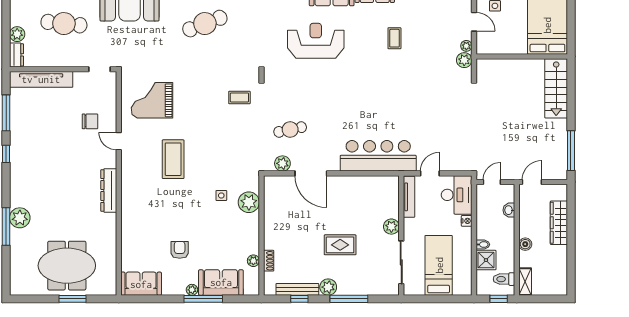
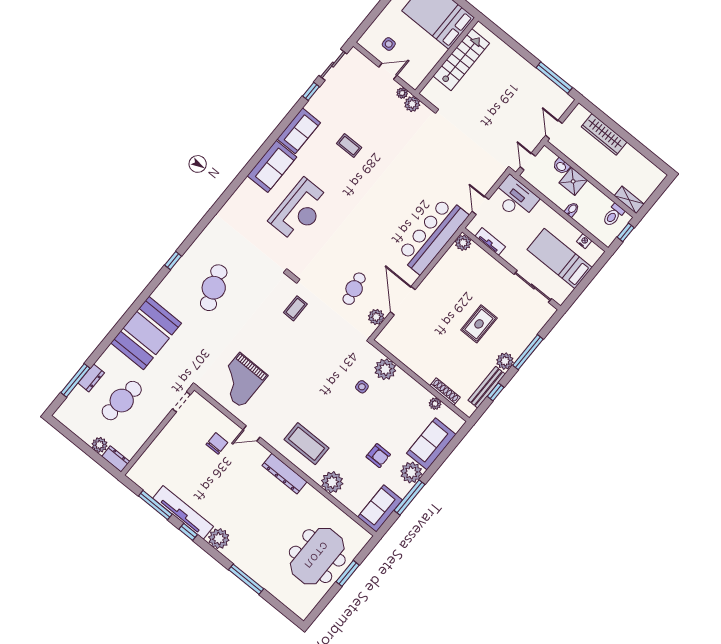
reception desk: (316, 41) -> (300, 210), turned 180
tv unit: (41, 79) -> (183, 512), moved, turned -90
stairs: (556, 88) -> (461, 60), moved, turned -90
coffee table: (173, 159) -> (306, 444), moved
door: (311, 173) -> (403, 301), swing flipped
tv unit: (409, 197) -> (490, 241), width x0.71
plant: (20, 218) -> (219, 539), moved
nightstand: (467, 221) -> (584, 241), moved
plant: (391, 227) -> (463, 243), moved
plant: (131, 232) -> (332, 482), added
boiler: (525, 244) -> (599, 175), removed
armchair: (180, 250) -> (378, 456), turned 180
shower: (486, 260) -> (573, 181), moved
shoe rack: (269, 261) -> (445, 391), width x1.43
plant: (192, 290) -> (411, 473), width x1.88, depth x1.88
window: (203, 299) -> (410, 497), moved

